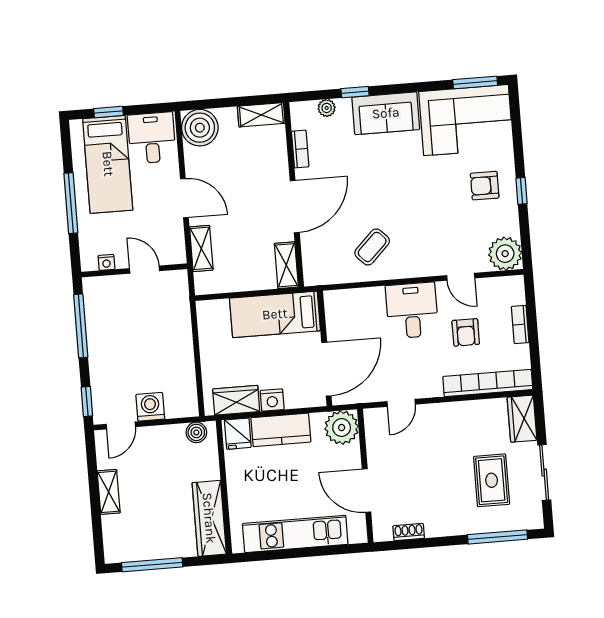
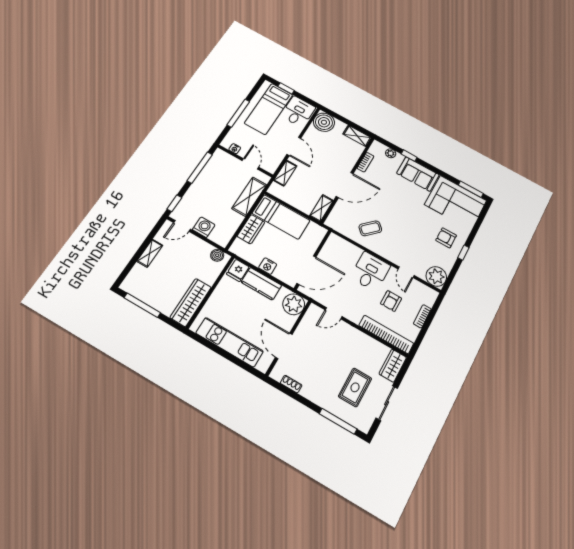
bed: (275, 314) -> (281, 217), moved, turned 180
shelving: (178, 319) -> (249, 197), added
wardrobe: (236, 400) -> (251, 229), moved, turned 90

